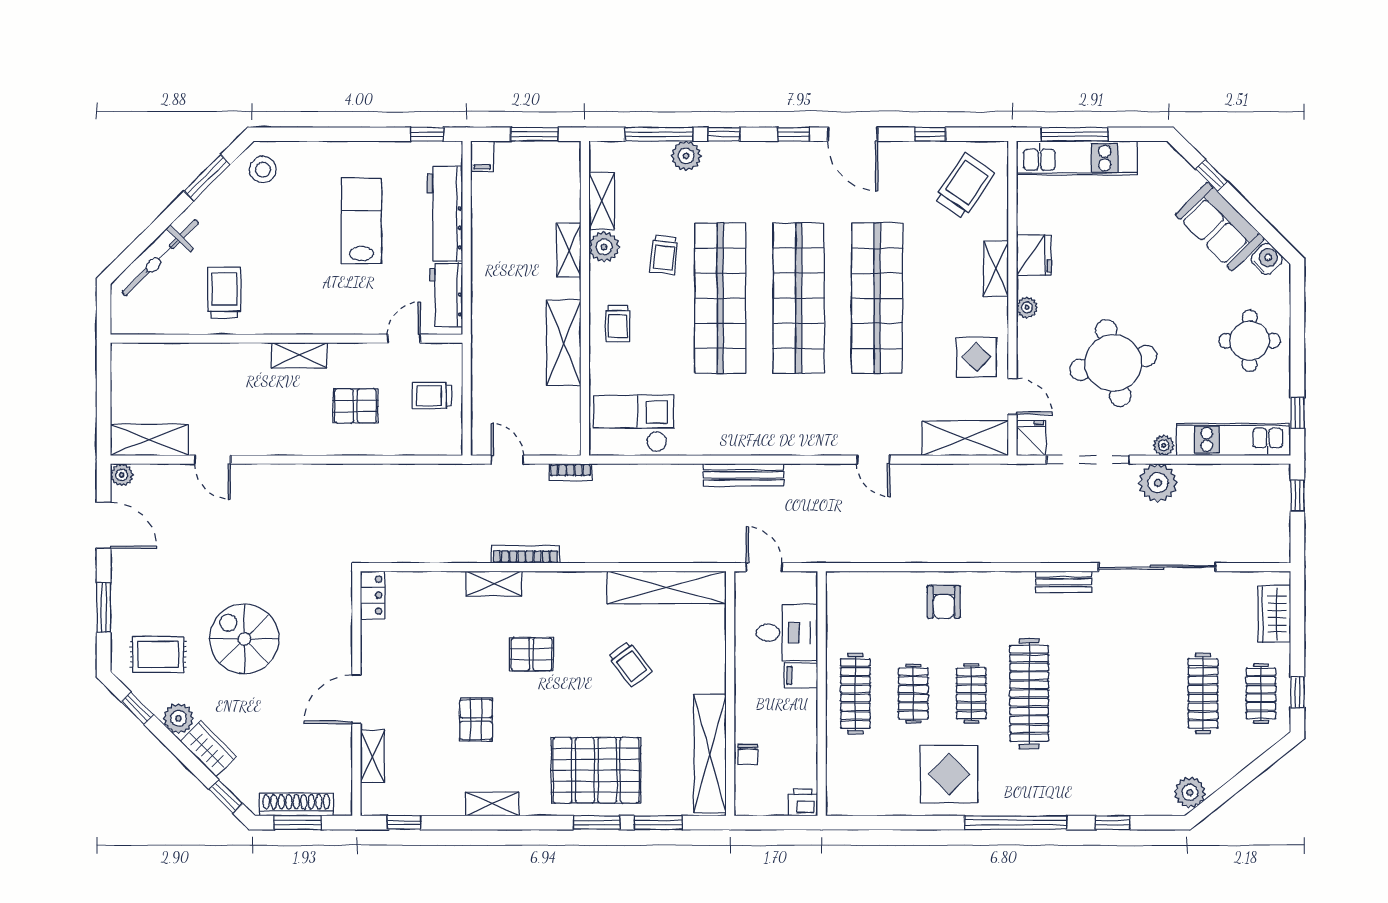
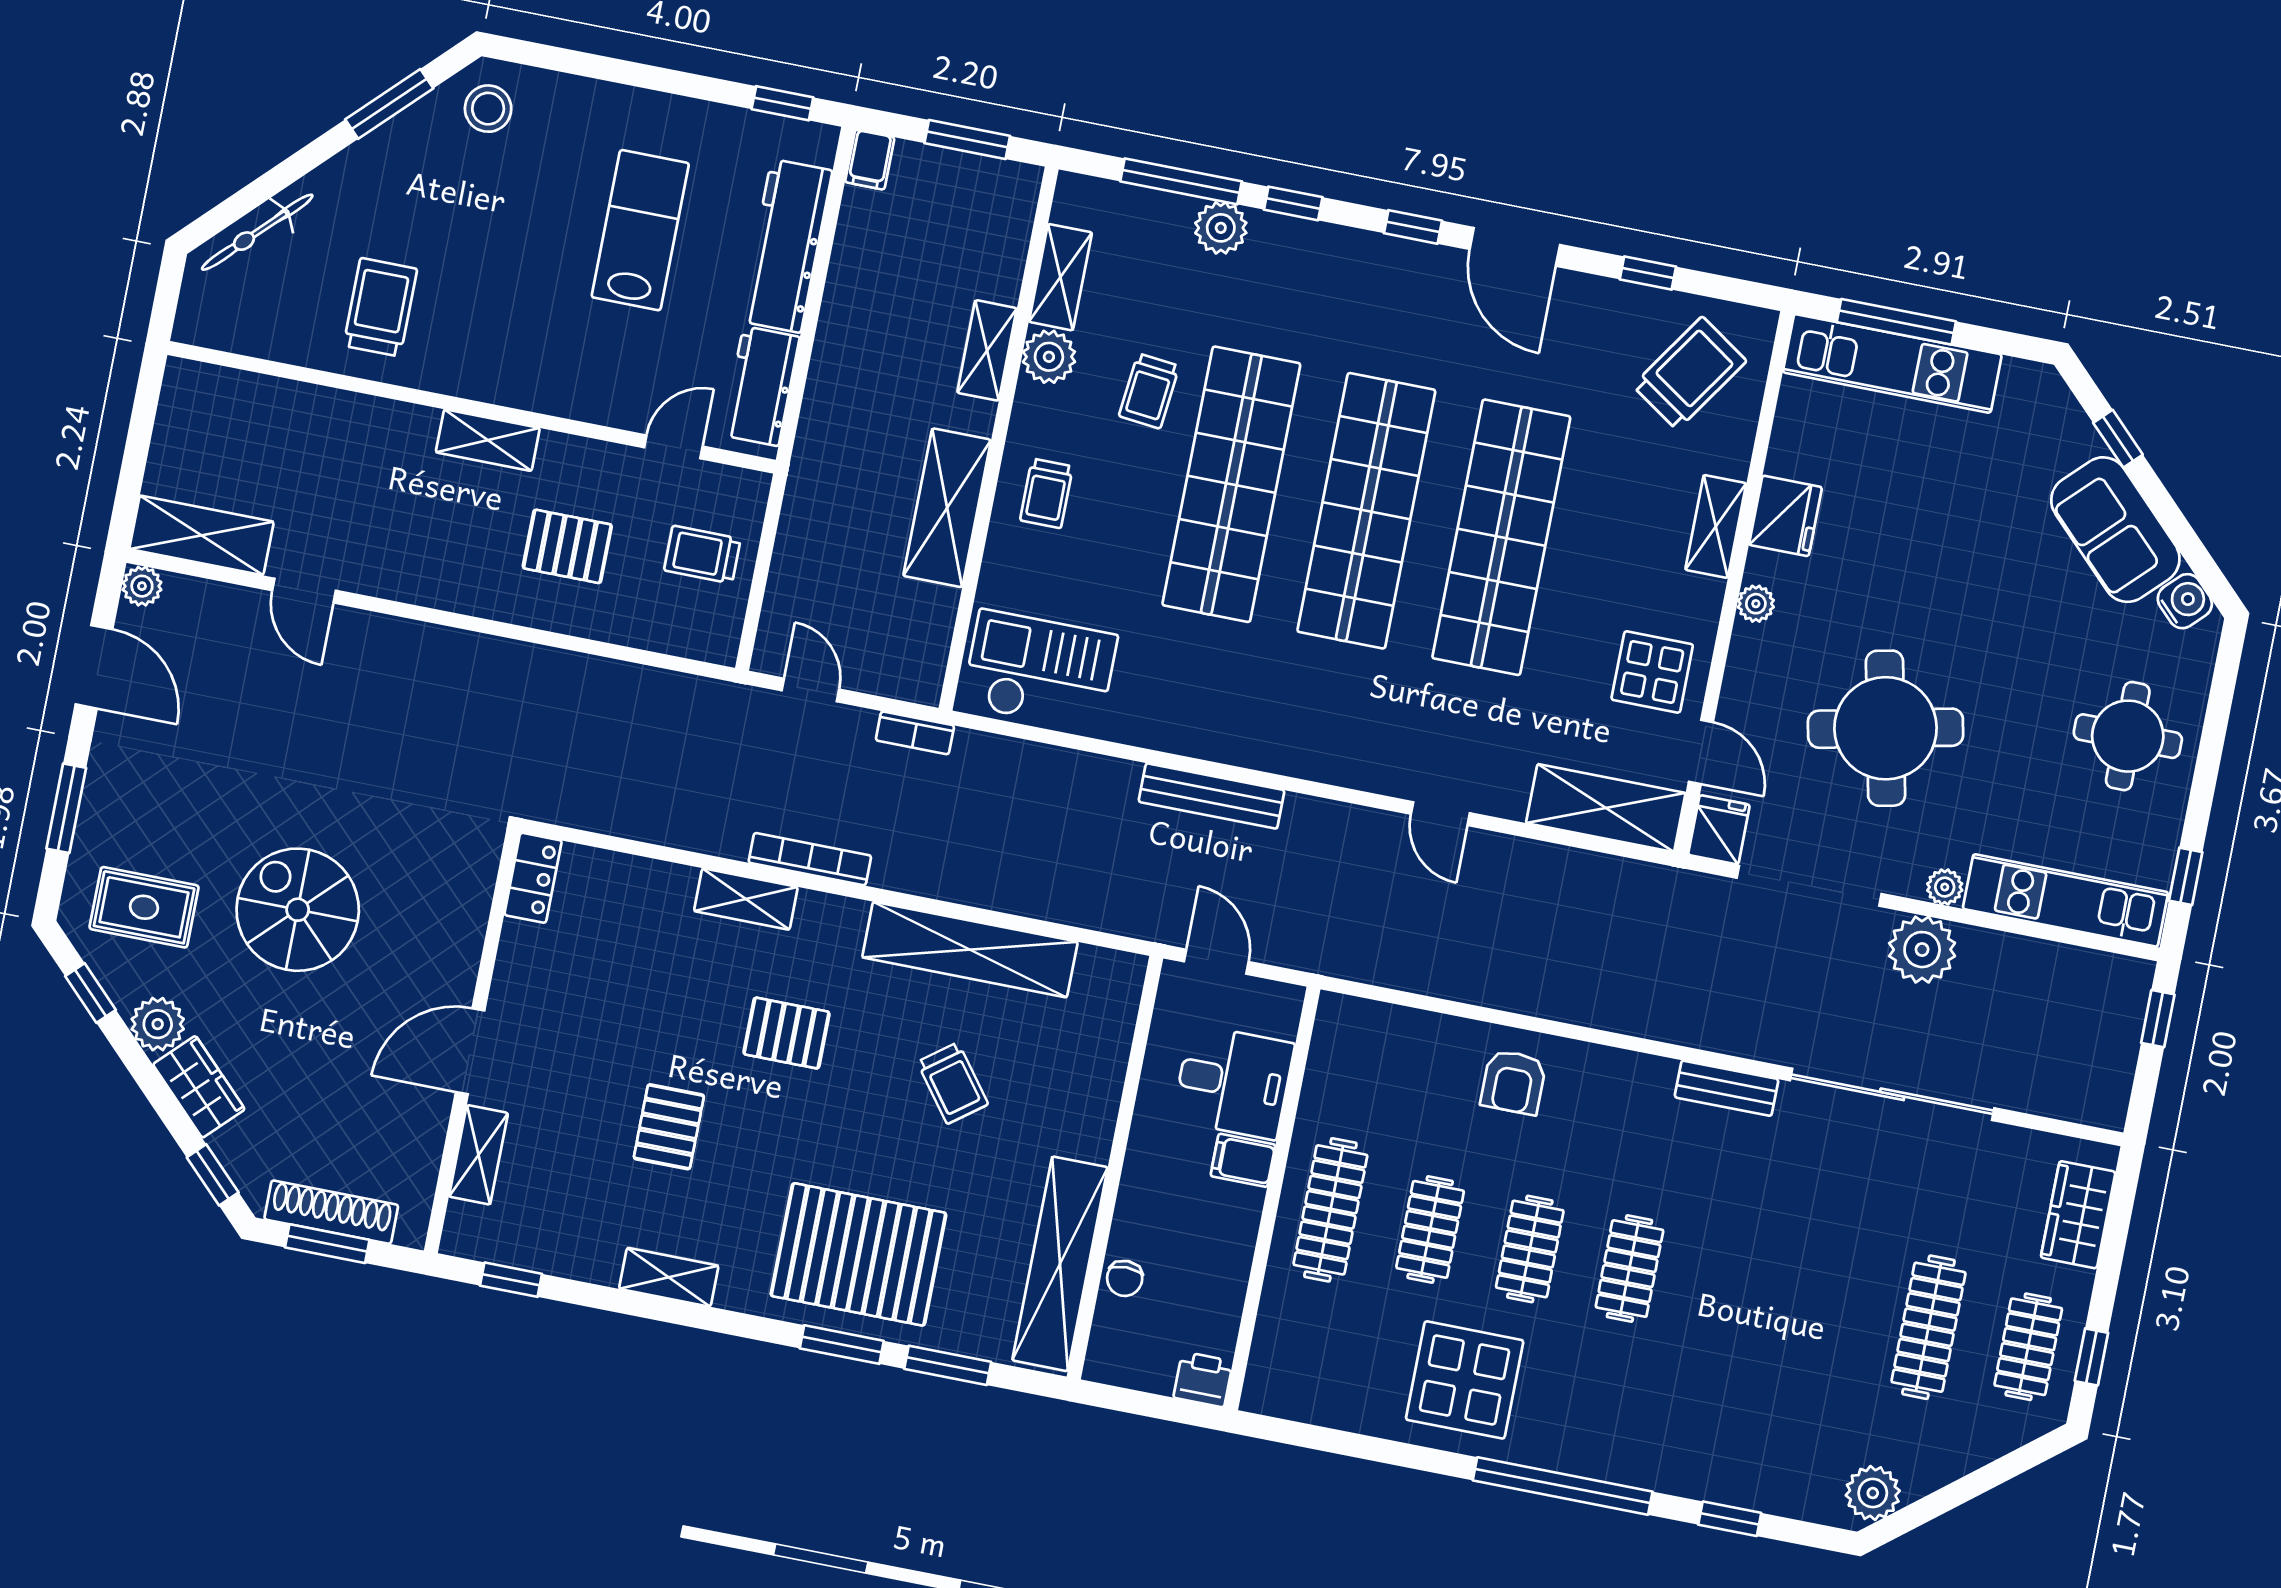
bicycle: (160, 258) -> (257, 232), width x0.73, depth x0.71
shelving: (667, 587) -> (970, 950), moved
clothes rail: (1029, 693) -> (1629, 1269), width x0.54, depth x0.76

